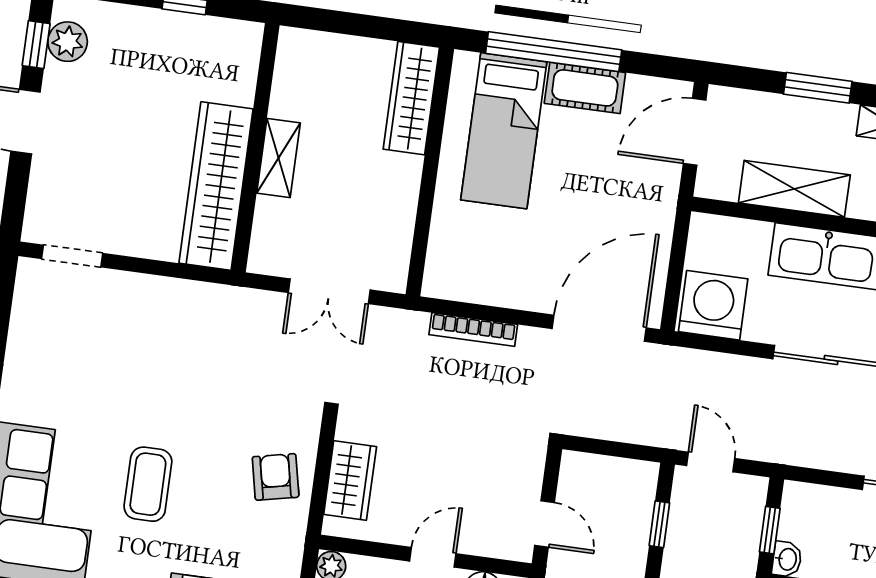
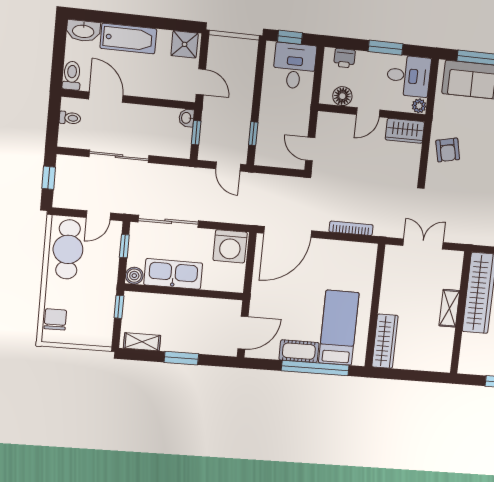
shelving: (794, 189) -> (191, 307), removed
wardrobe: (350, 481) -> (405, 131), moved, turned -90
door: (545, 524) -> (310, 149), moved

